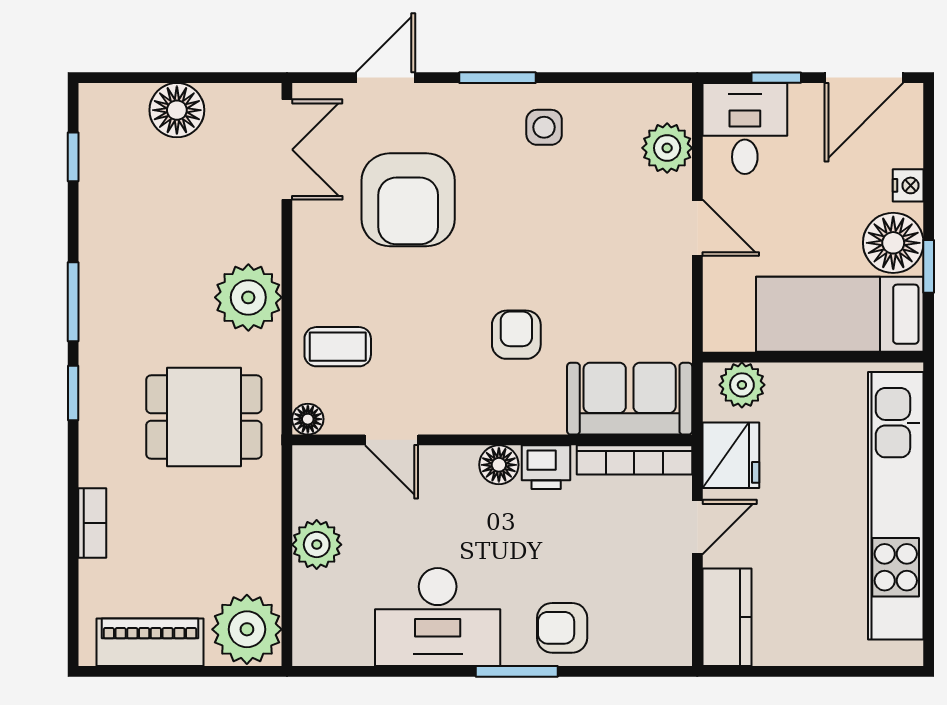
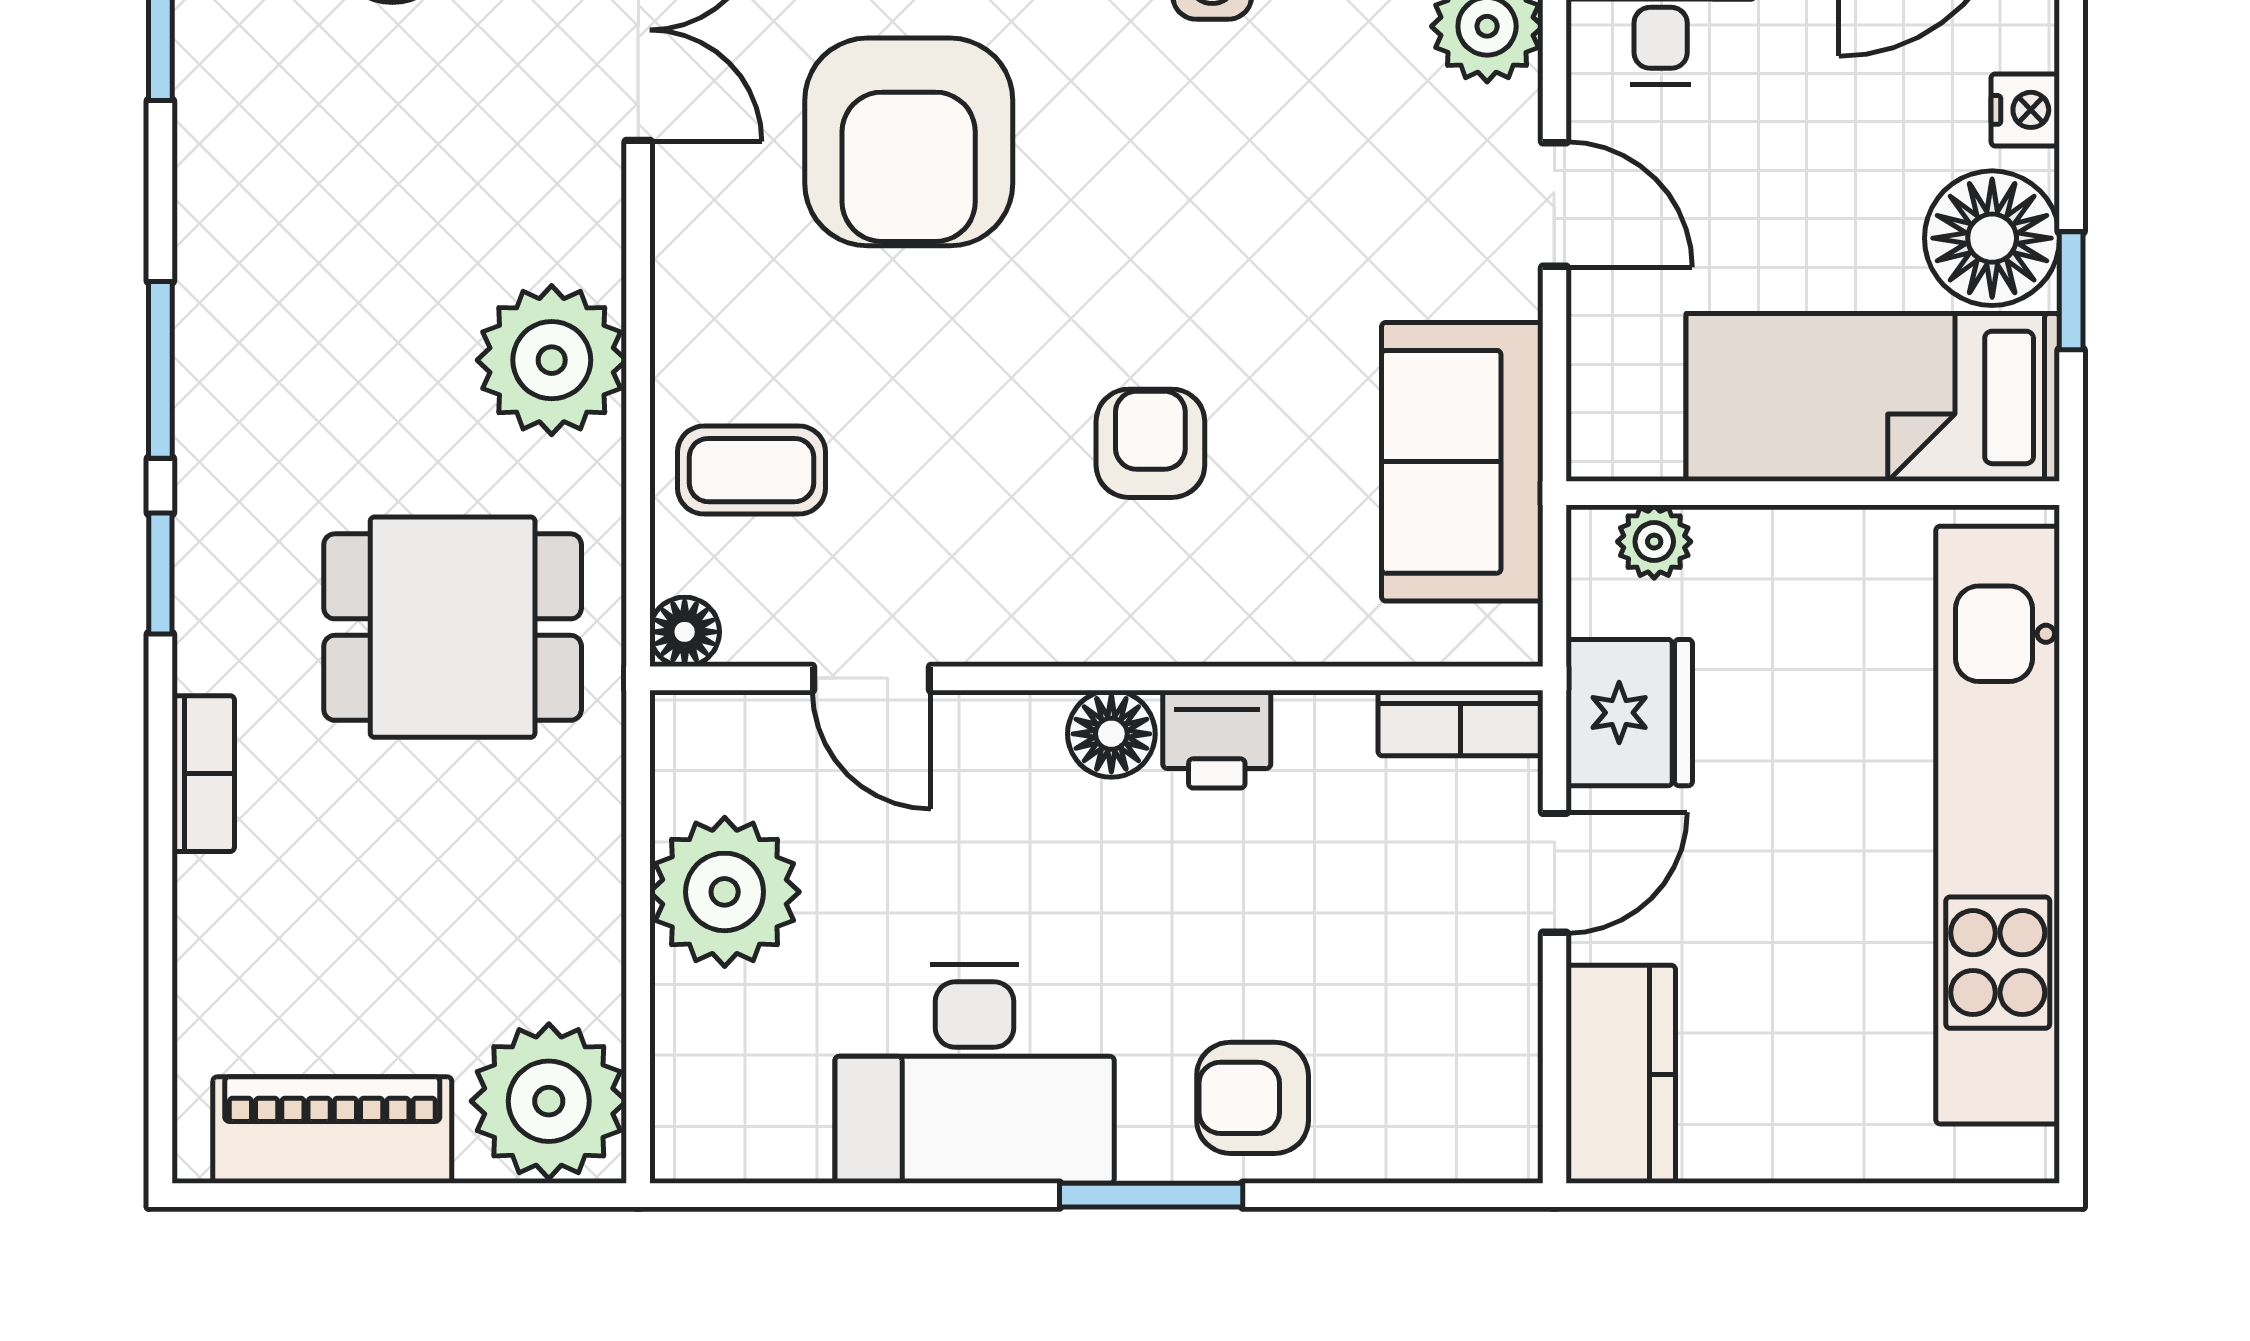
plant: (742, 385) -> (1654, 542), width x0.73, depth x0.73
sofa: (630, 399) -> (1462, 462), moved, turned -90
bookcase: (634, 460) -> (1460, 723), width x0.64
bookcase: (92, 523) -> (203, 774), moved
plant: (317, 545) -> (725, 892), width x1.36, depth x1.36

